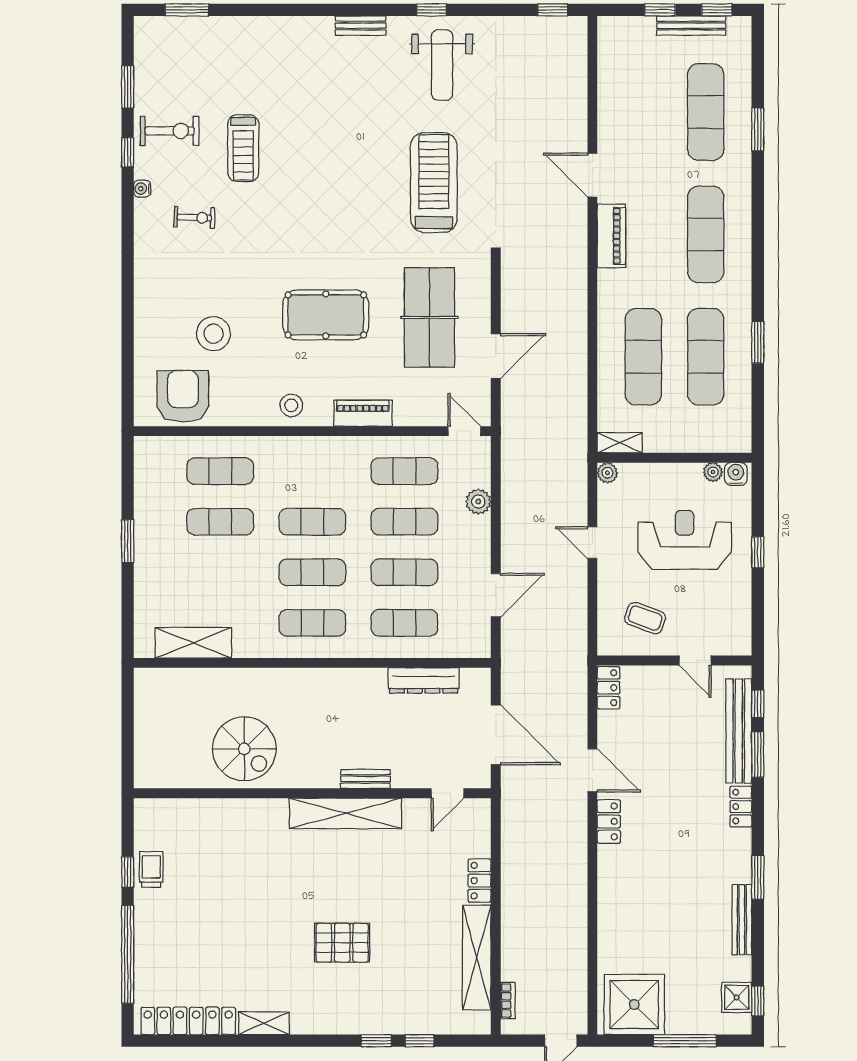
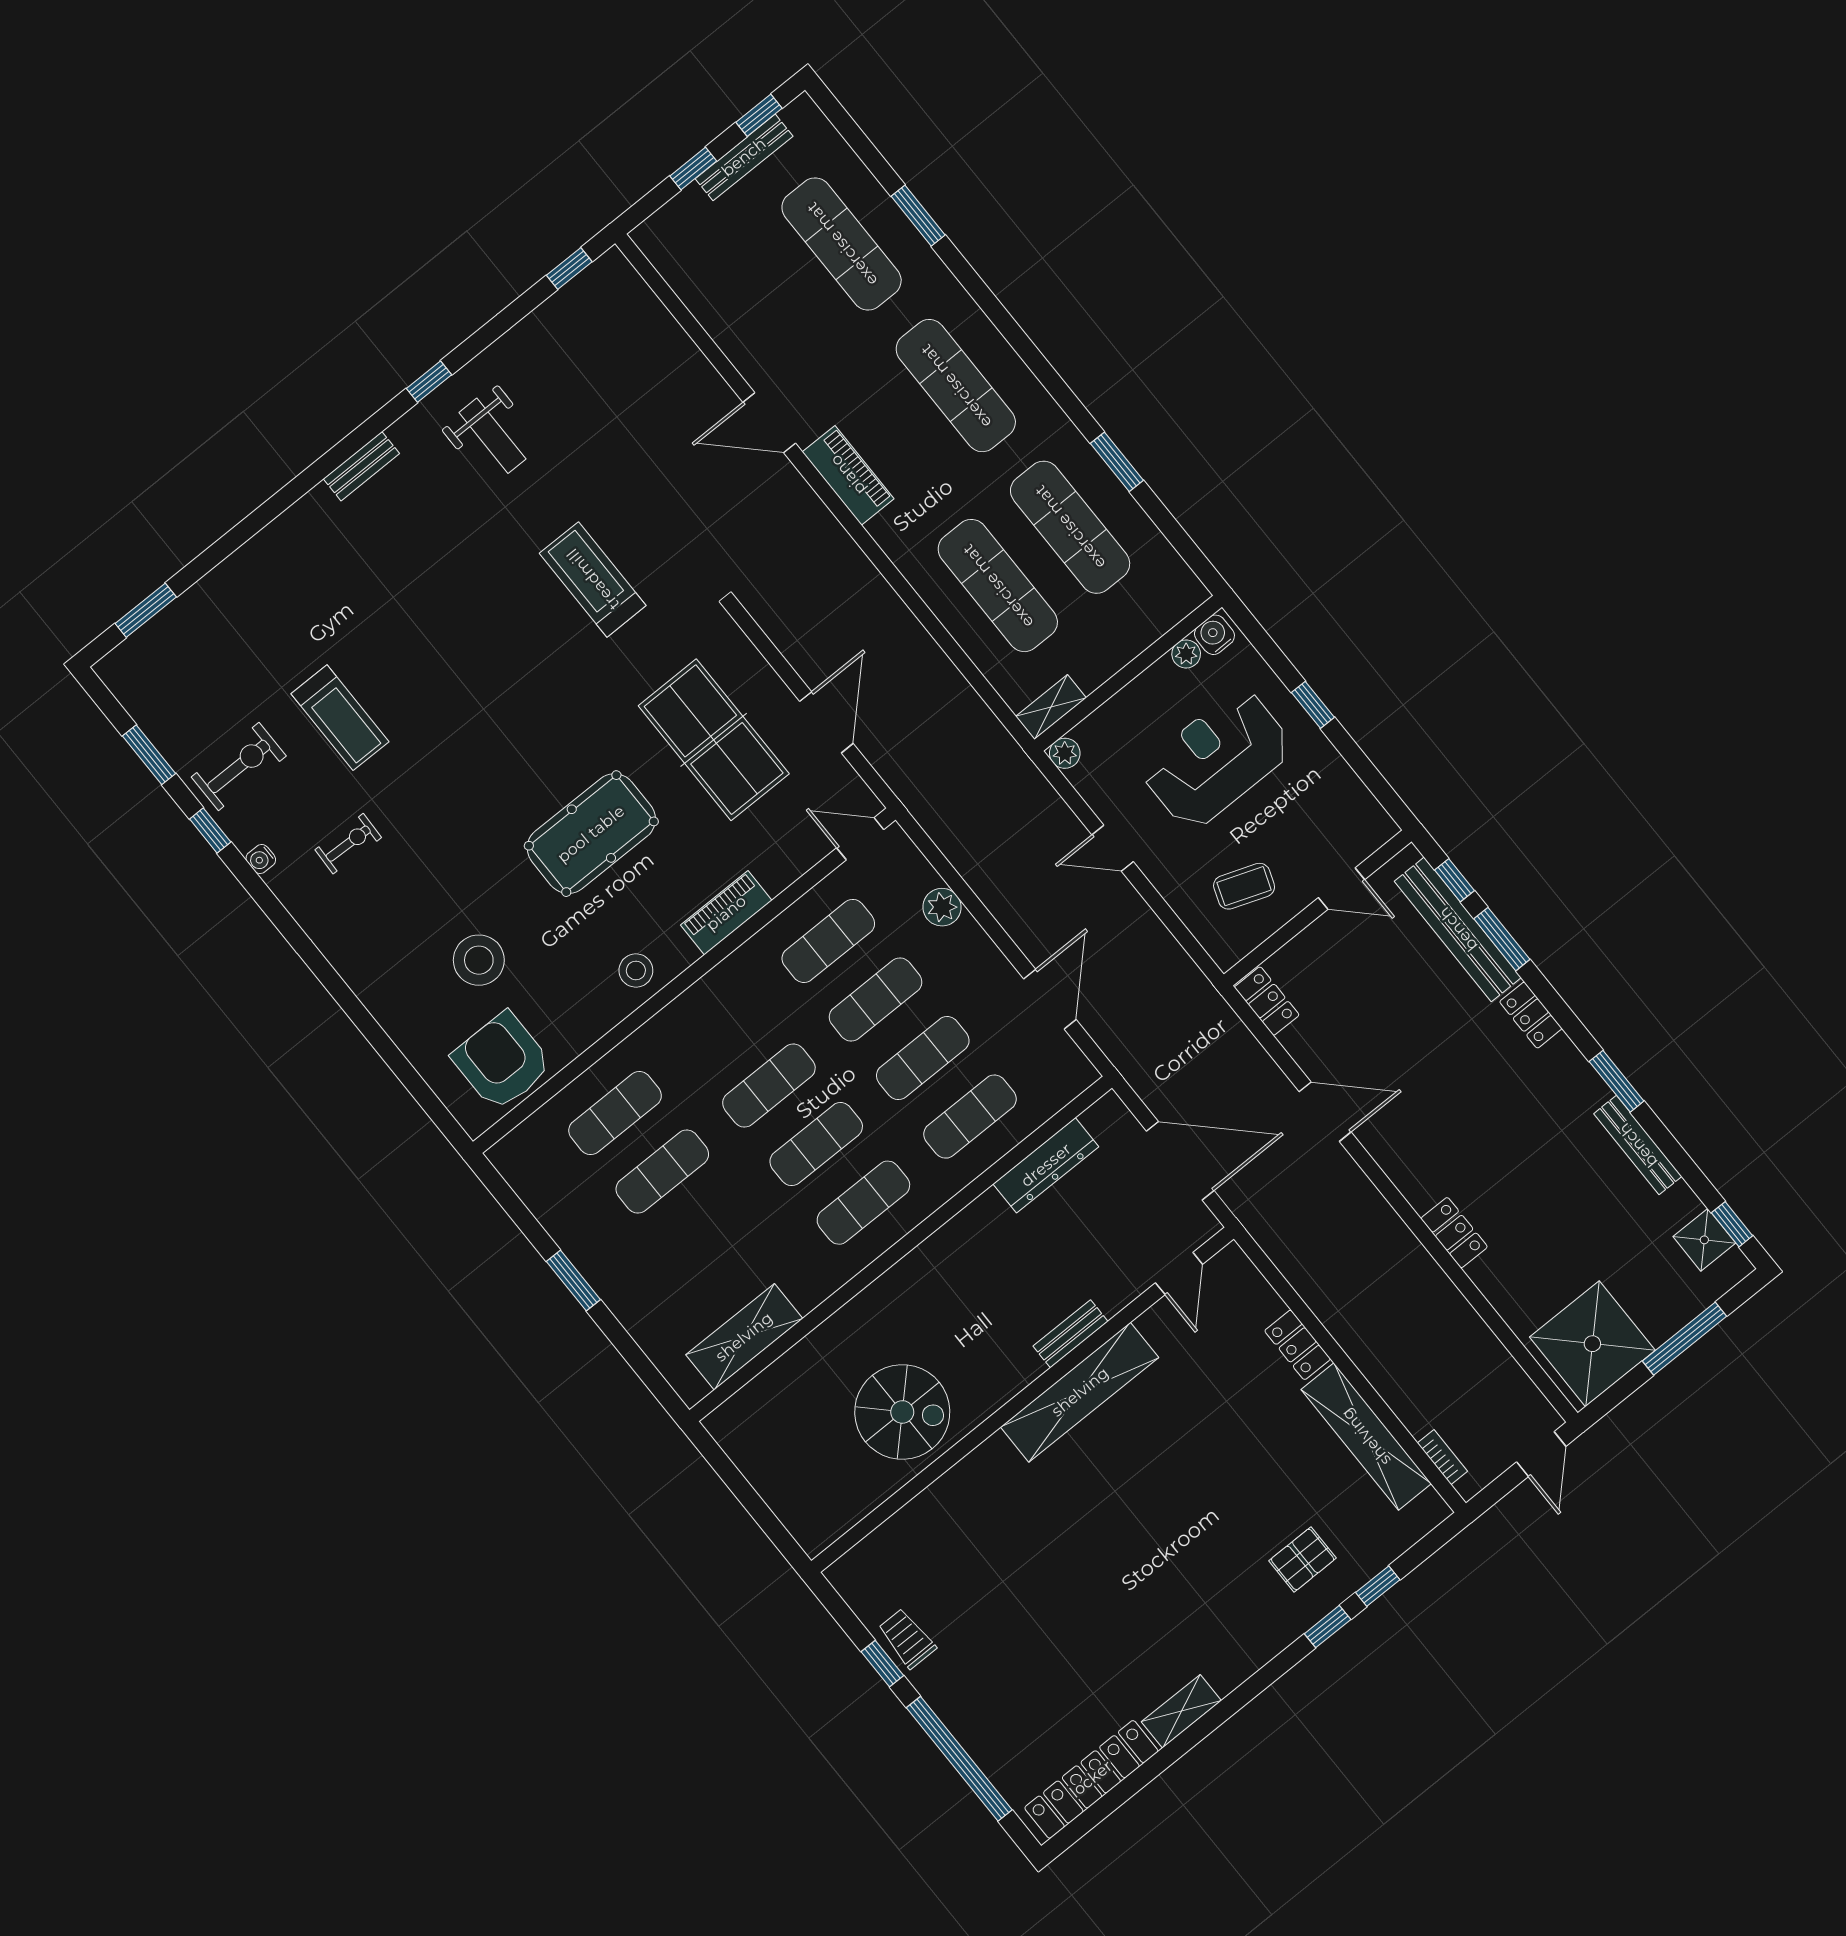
weight bench: (442, 65) -> (492, 436), width x0.73, depth x0.75
treadmill: (434, 183) -> (593, 579), width x0.73, depth x0.73
locker: (609, 821) -> (1454, 1233), moved
pallet: (342, 943) -> (1303, 1559), moved, width x0.67, depth x0.71

